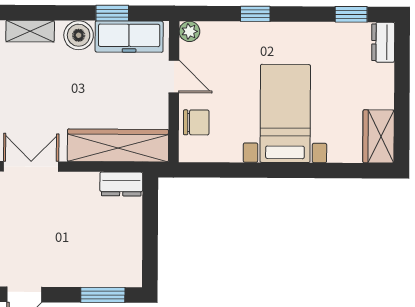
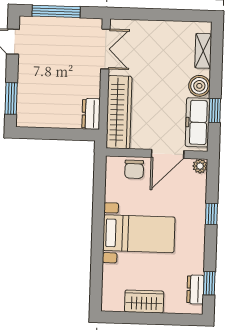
dresser: (383, 42) -> (195, 290), moved, turned -90
door: (174, 77) -> (168, 154), width x1.38
wardrobe: (379, 136) -> (144, 302), moved

